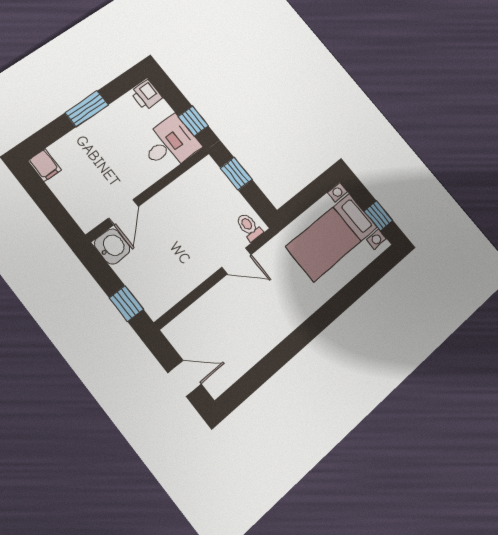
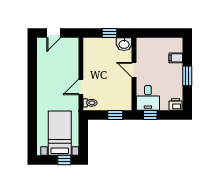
filing cabinet: (44, 165) -> (176, 58), moved
door: (123, 212) -> (134, 70), moved
window: (378, 216) -> (64, 160), moved
window: (126, 304) -> (109, 33), moved

